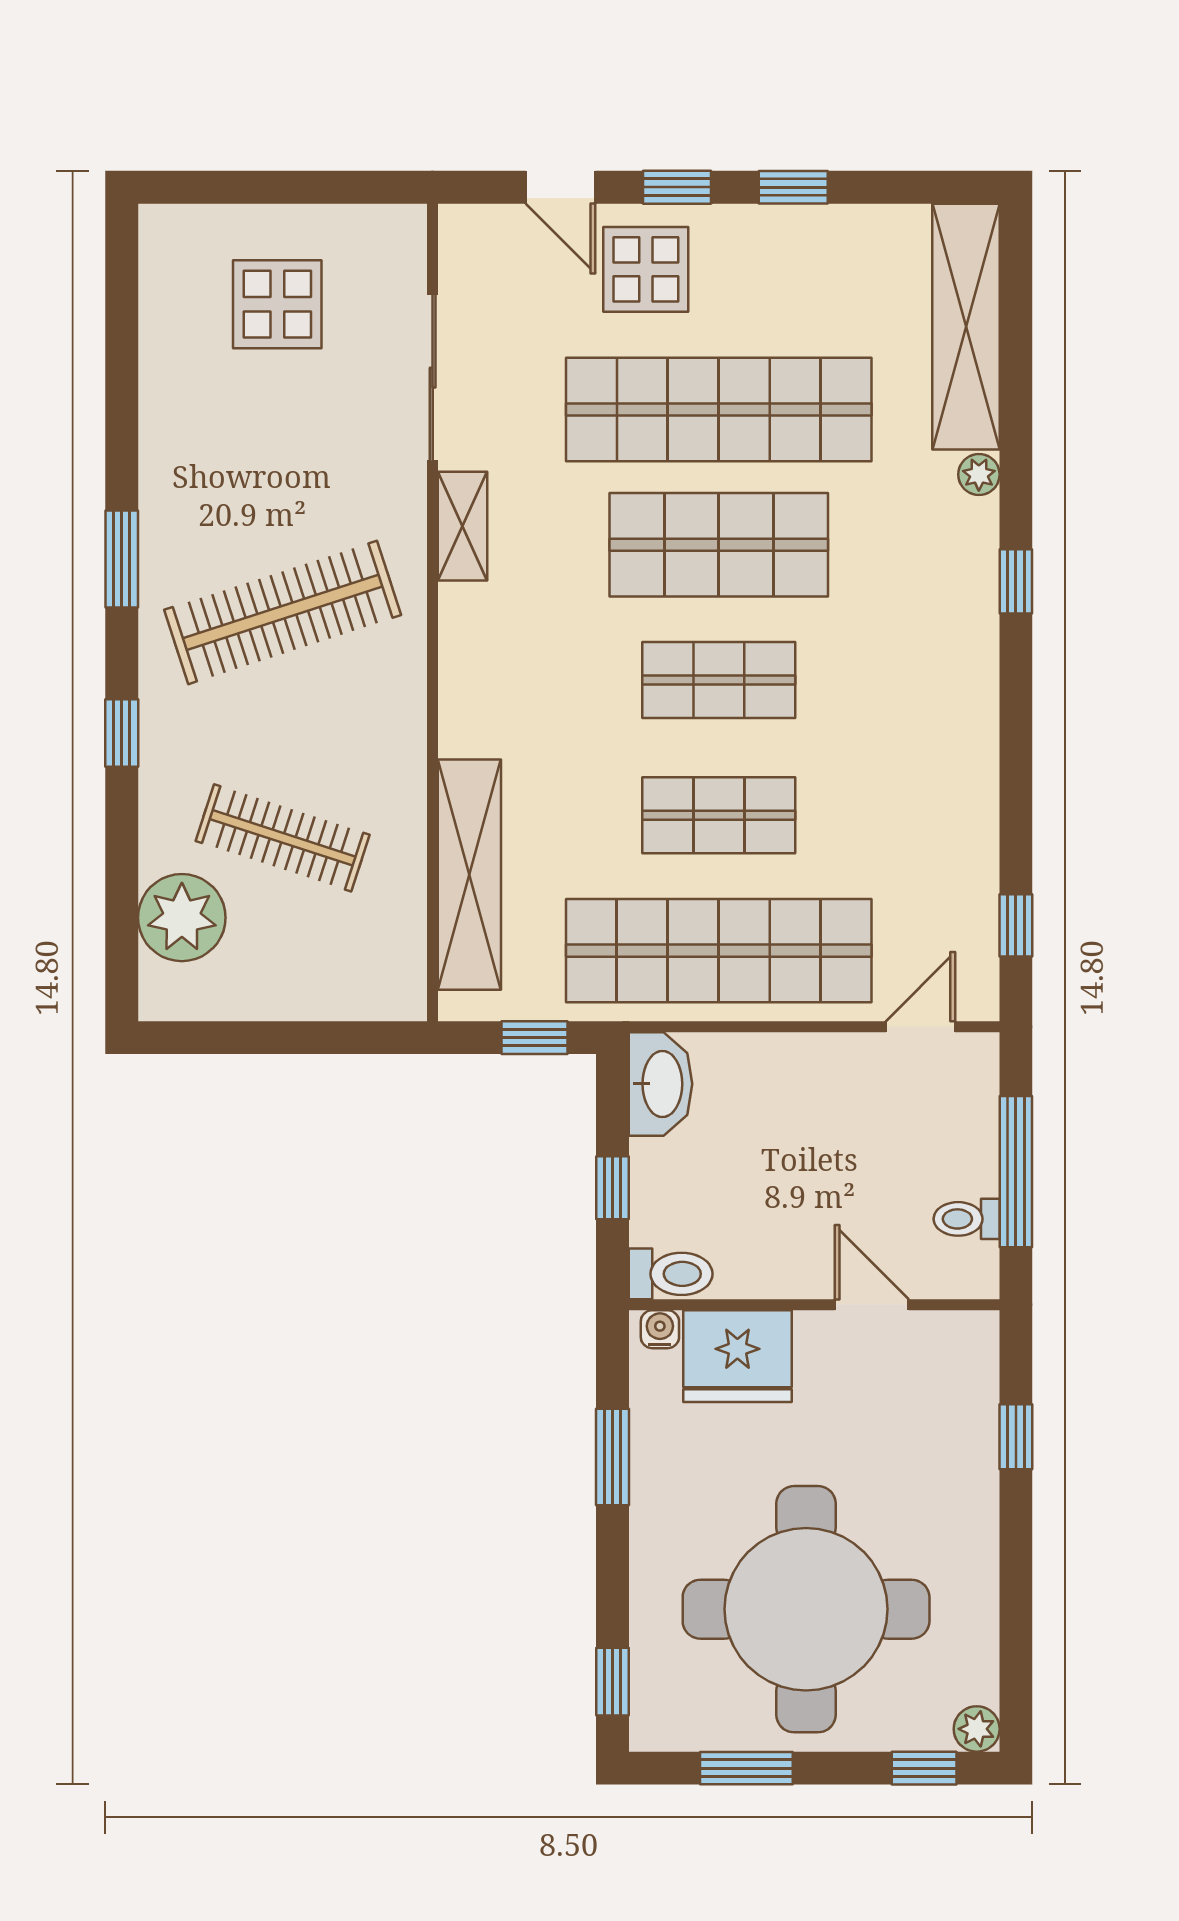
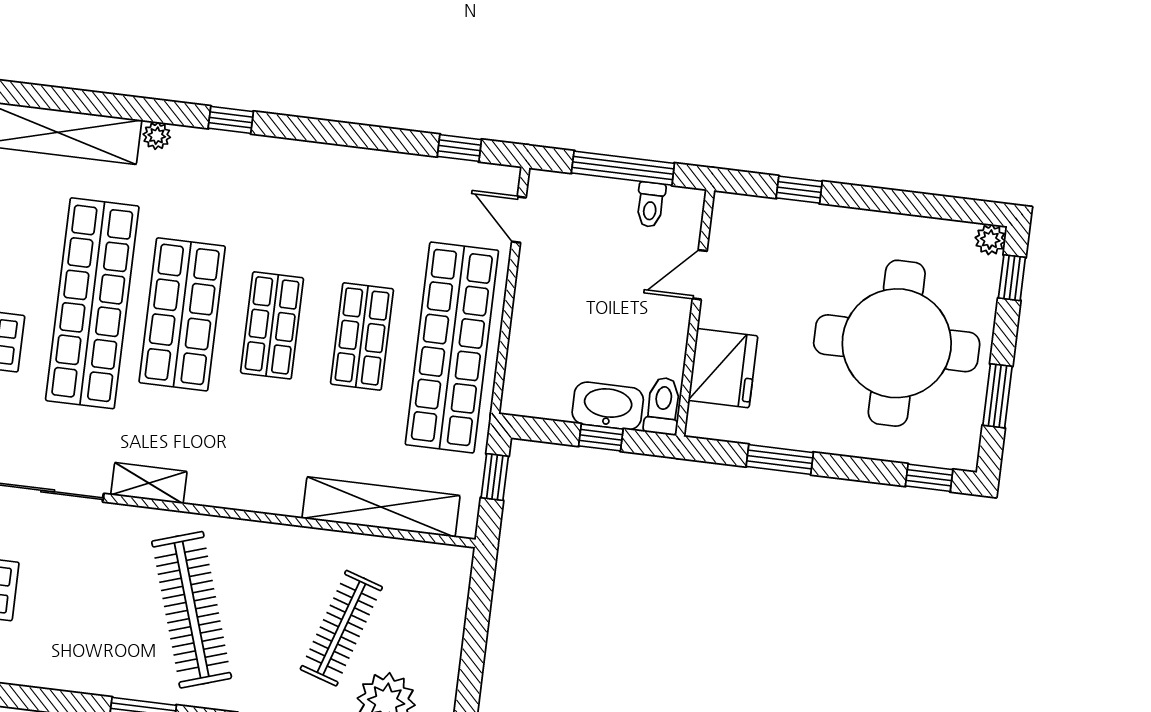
washbasin: (660, 1084) -> (608, 406), moved
water cooler: (660, 1329) -> (699, 417), removed

